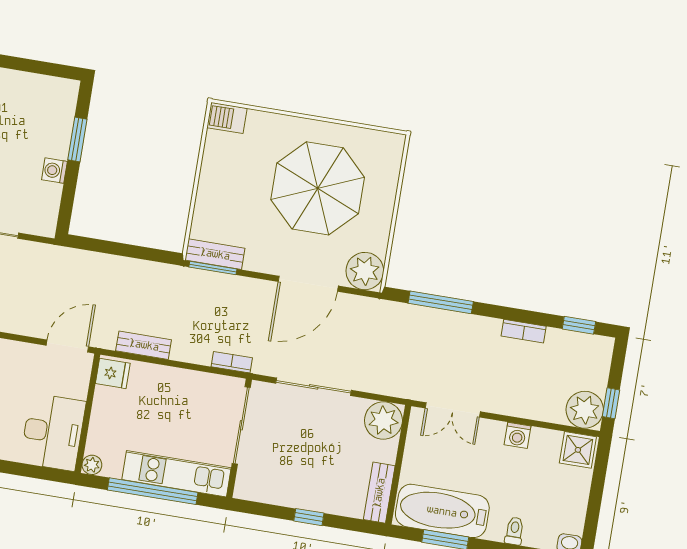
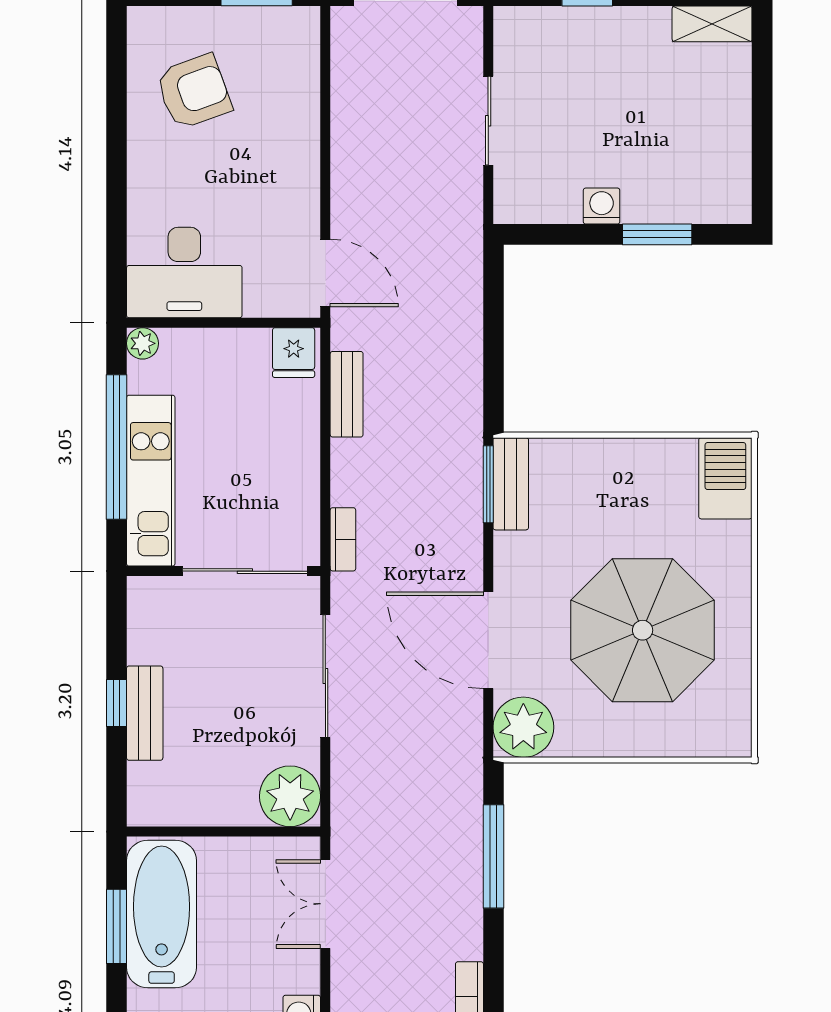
barbecue: (227, 118) -> (725, 478), width x1.38, depth x1.27
bench: (379, 493) -> (145, 713), moved, turned 90

